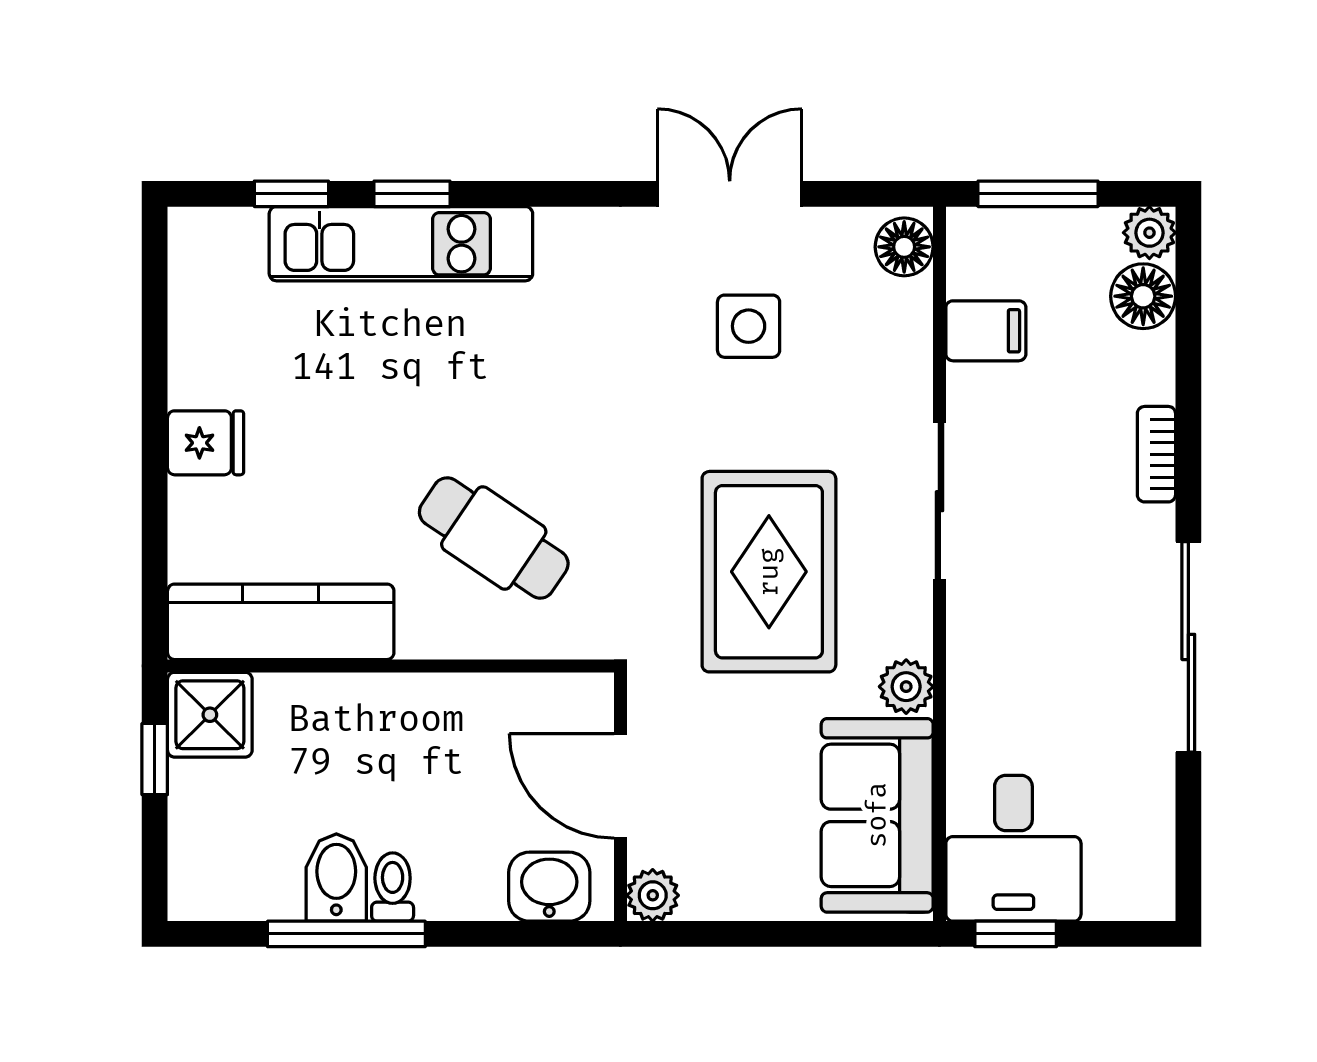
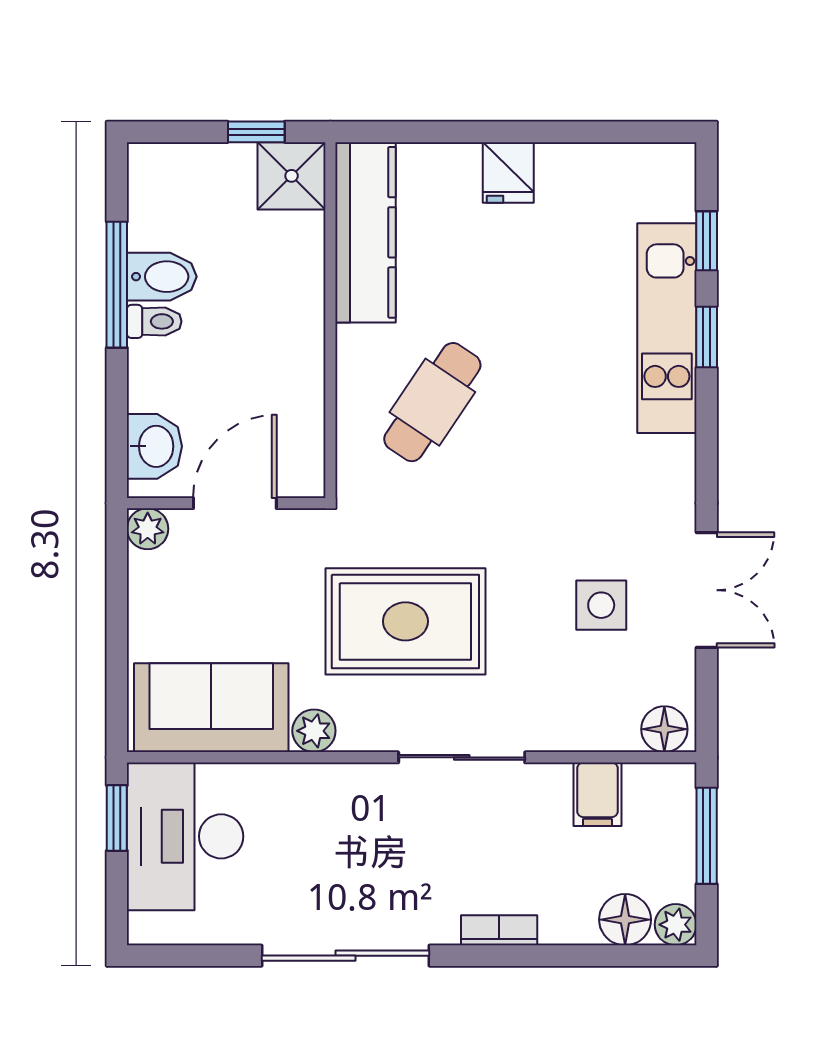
desk: (1013, 848) -> (185, 836), width x1.37

